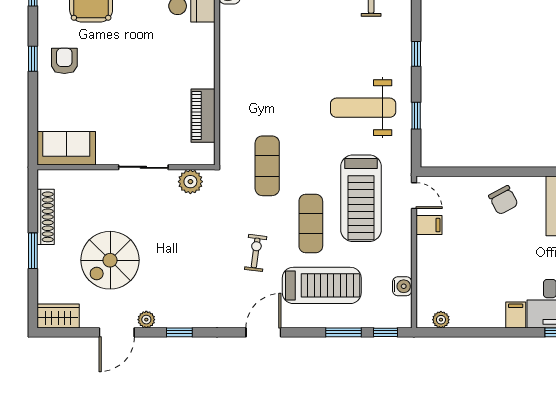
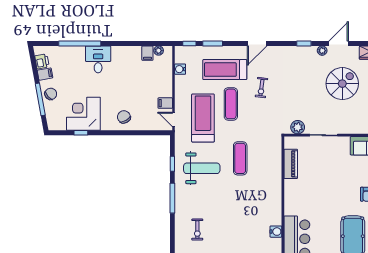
window: (416, 54) -> (172, 198), width x2.17
exercise mat: (267, 166) -> (240, 158), moved
filing cabinet: (516, 315) -> (147, 53), moved

